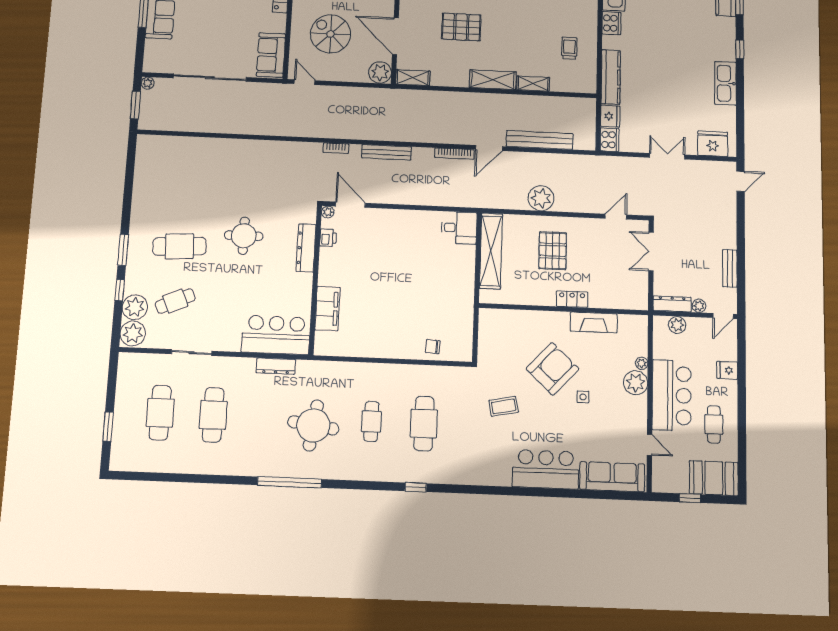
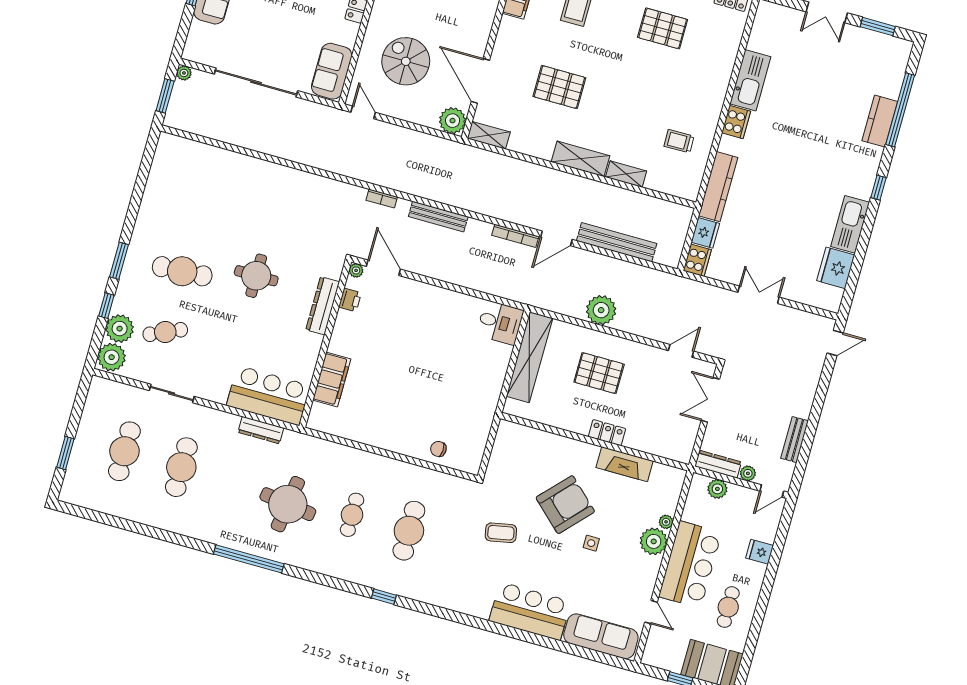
trolley: (569, 48) -> (679, 141), turned -91
fridge: (713, 144) -> (836, 268), moved, turned -90
pallet: (553, 251) -> (599, 373), turned 90

